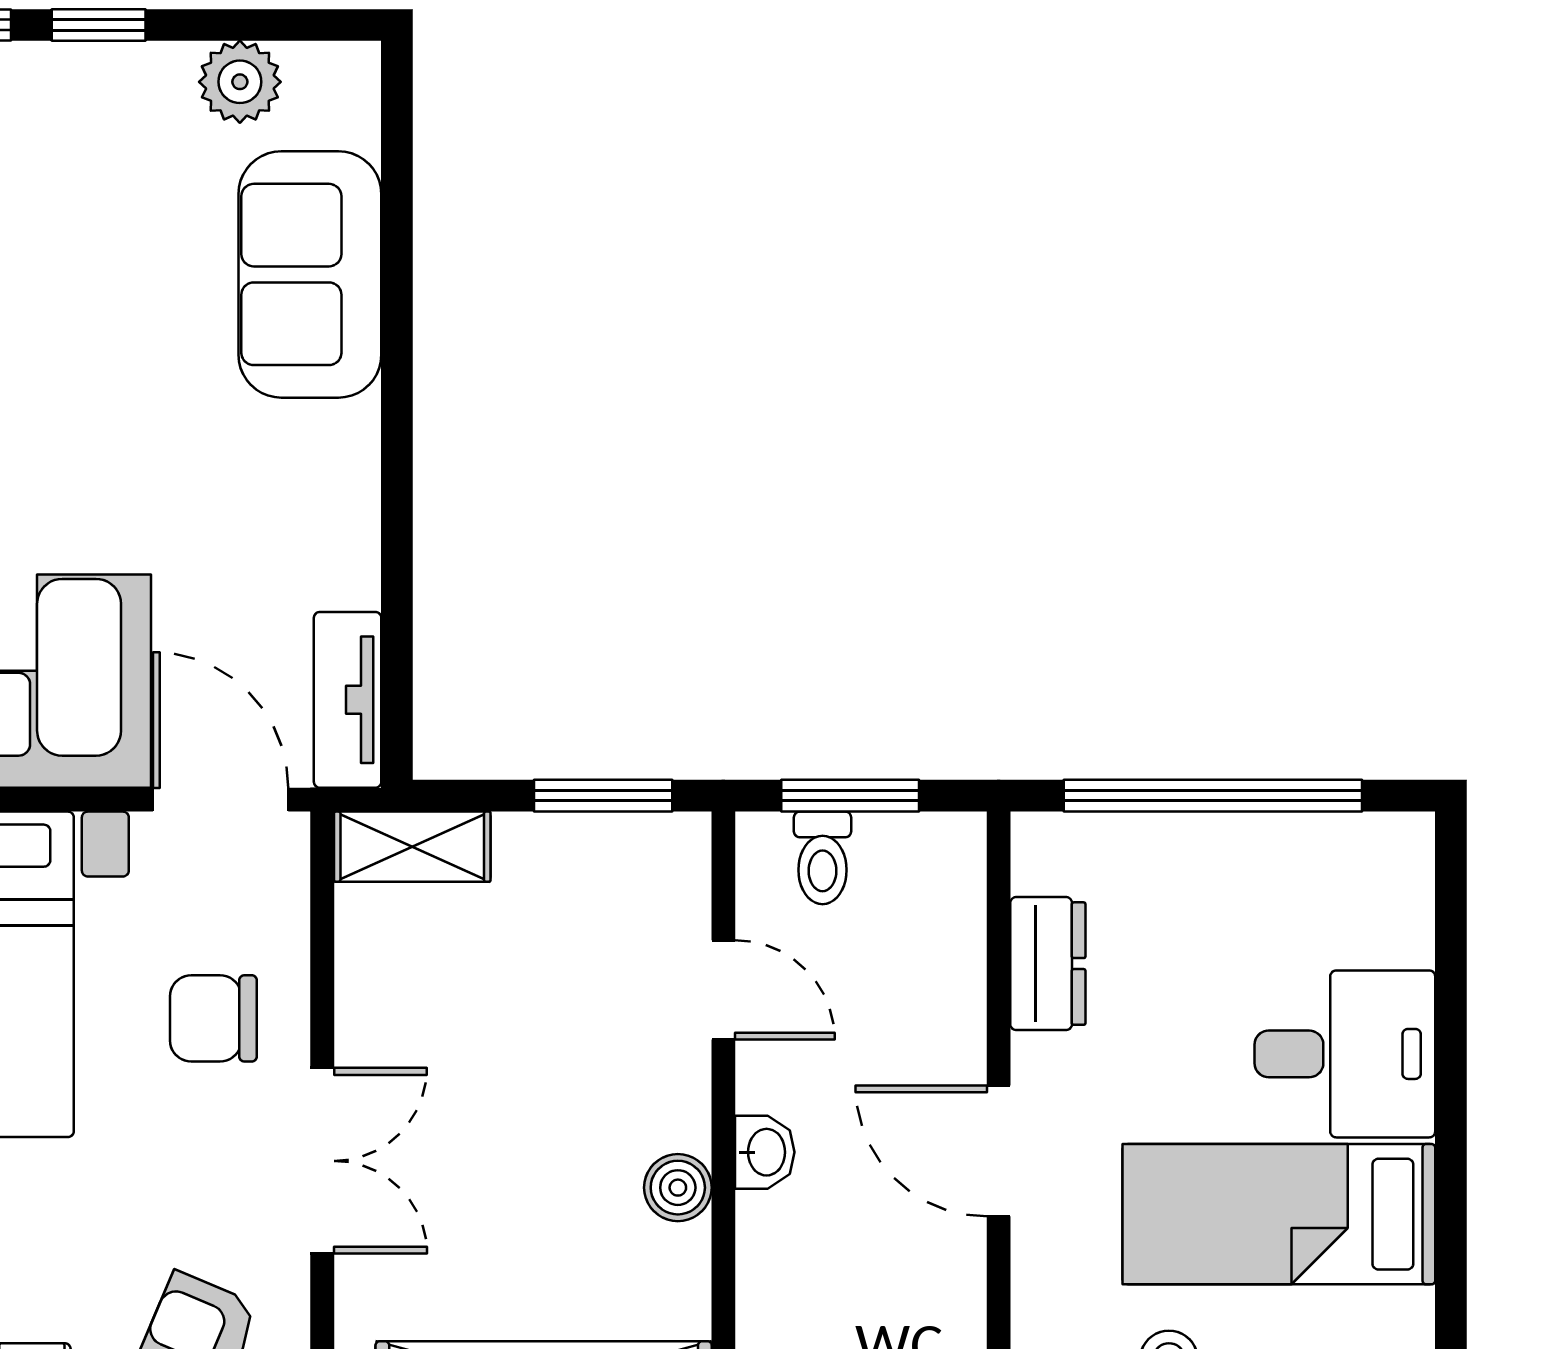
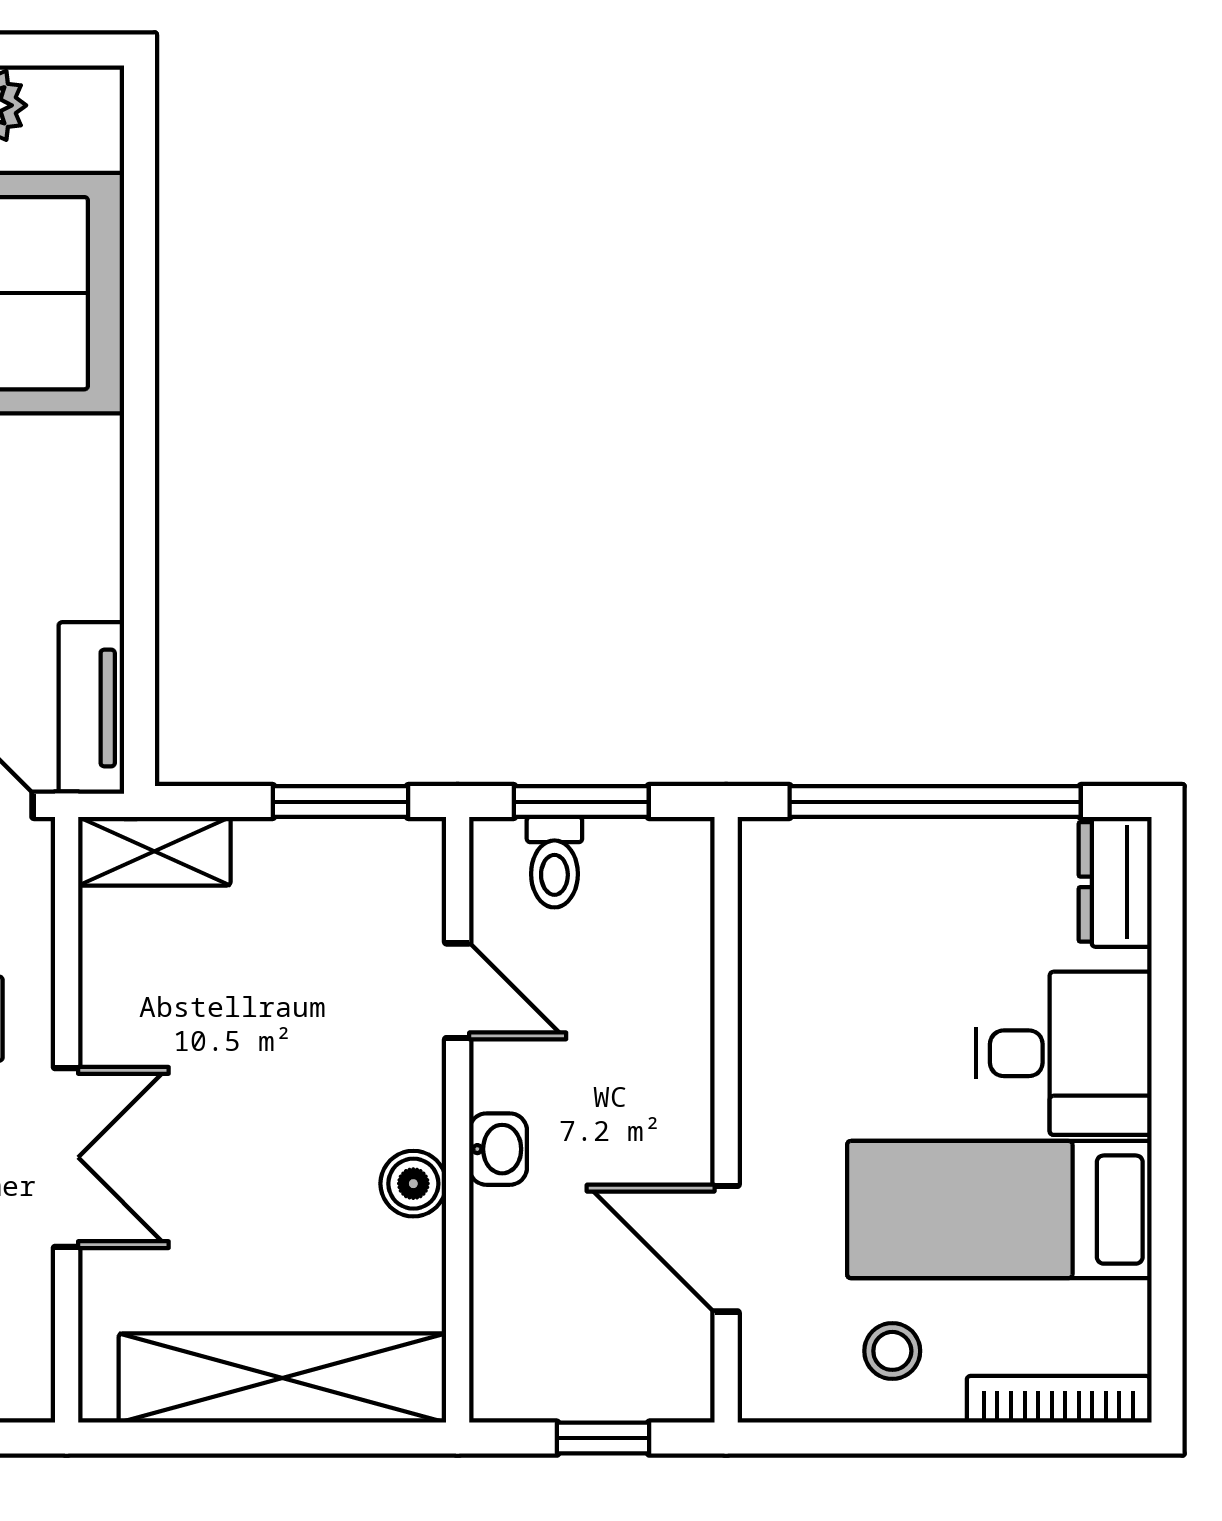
dresser: (1048, 964) -> (1115, 882), moved, turned 180
door: (999, 1151) -> (726, 1249), moved

